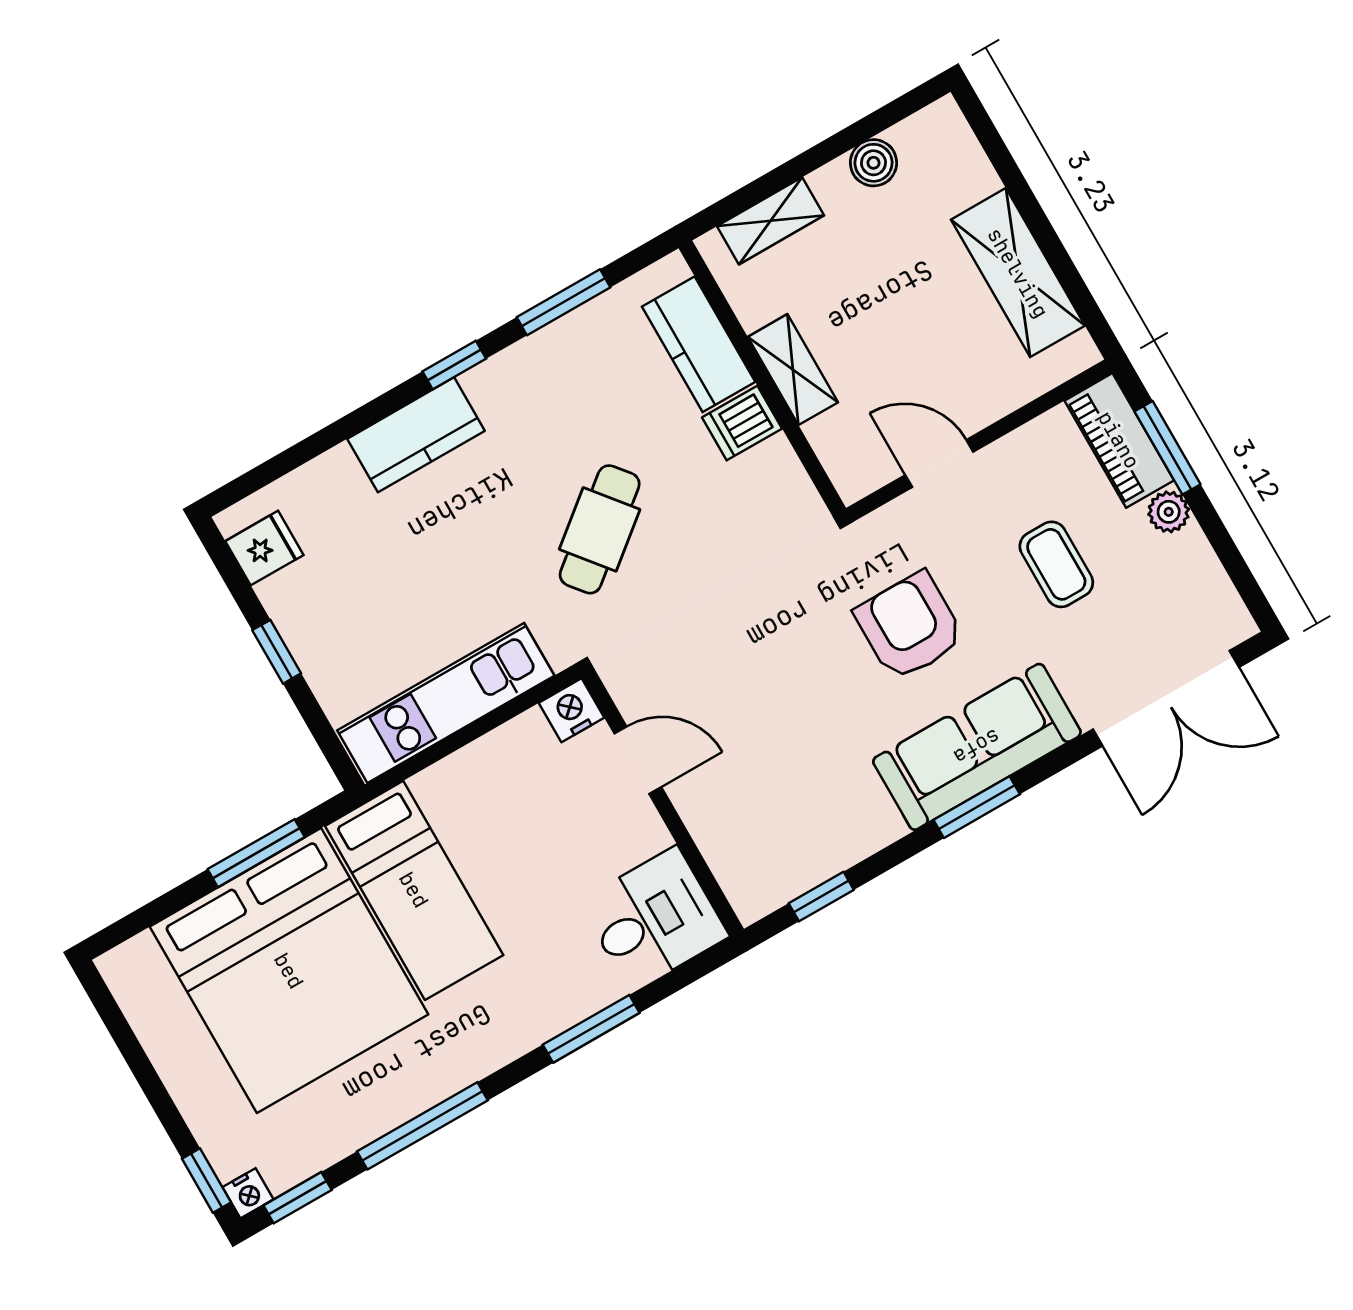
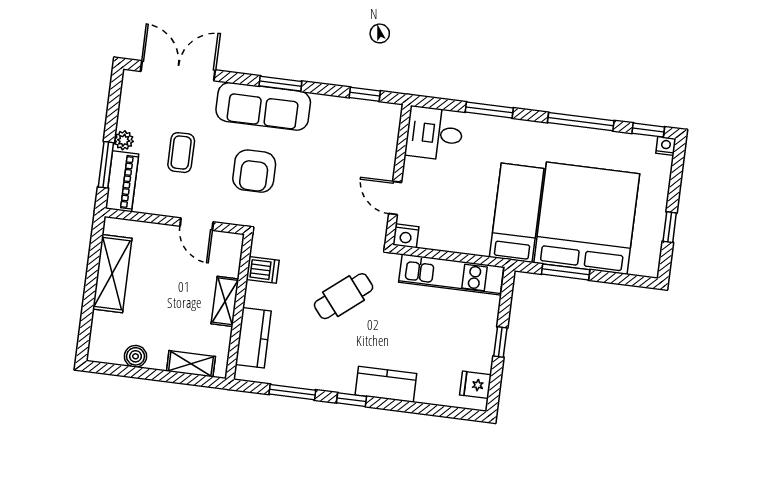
dishwasher: (742, 423) -> (263, 270), moved
window: (206, 1180) -> (670, 227), moved

